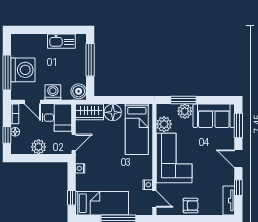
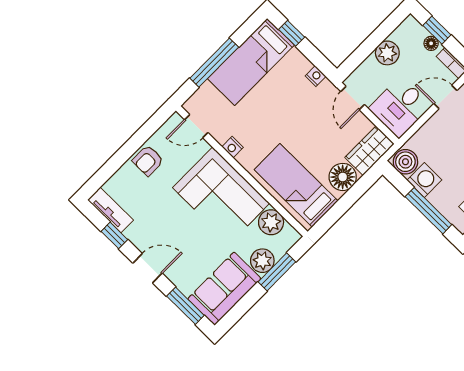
washing machine: (53, 92) -> (424, 180), moved, turned -90
nightstand: (148, 185) -> (233, 147), moved

